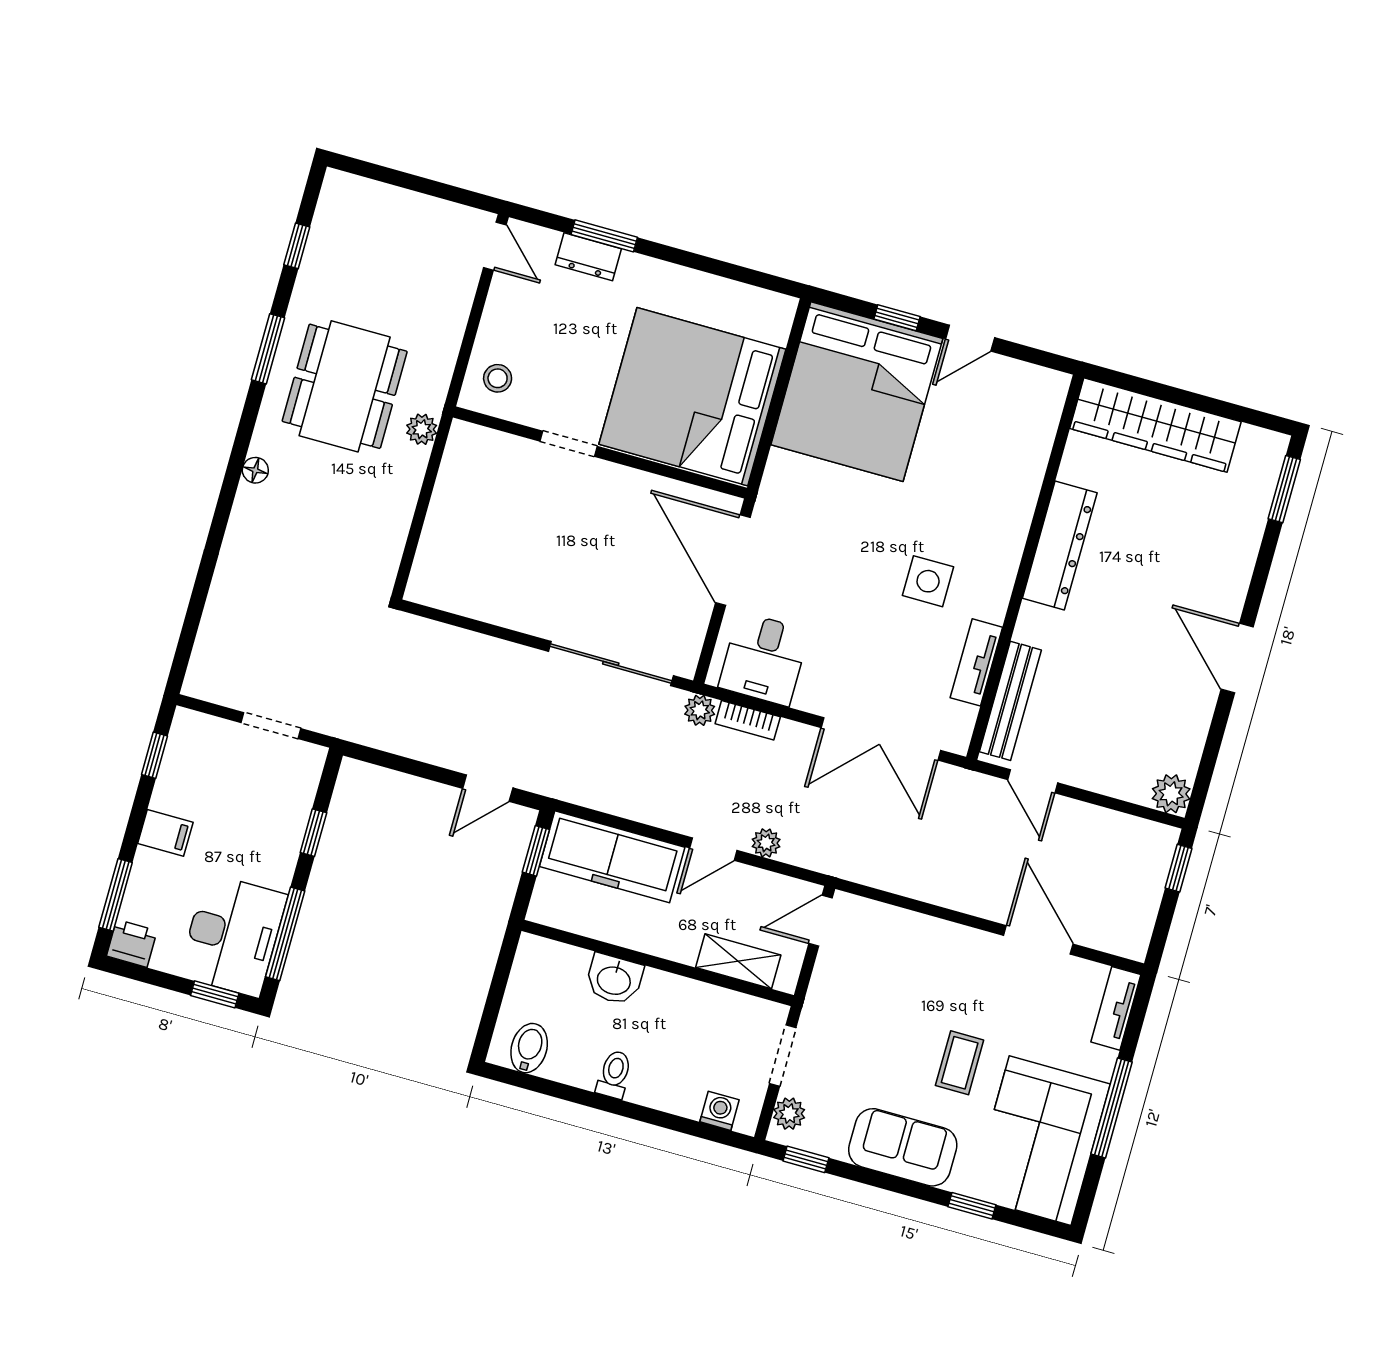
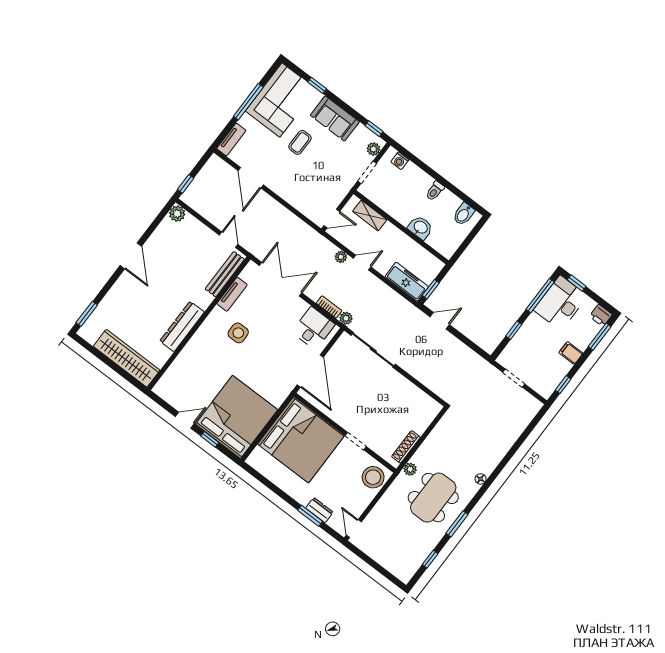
stool: (498, 378) -> (373, 477), width x1.89, depth x1.89
shoe rack: (451, 476) -> (406, 447), added
freezer: (612, 857) -> (407, 282), width x0.73, depth x0.79

